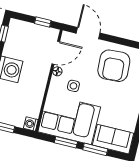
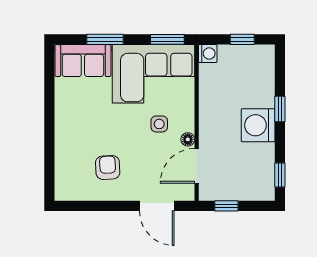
armchair: (114, 66) -> (108, 168), width x0.53, depth x0.53
window: (66, 142) -> (167, 39), moved

